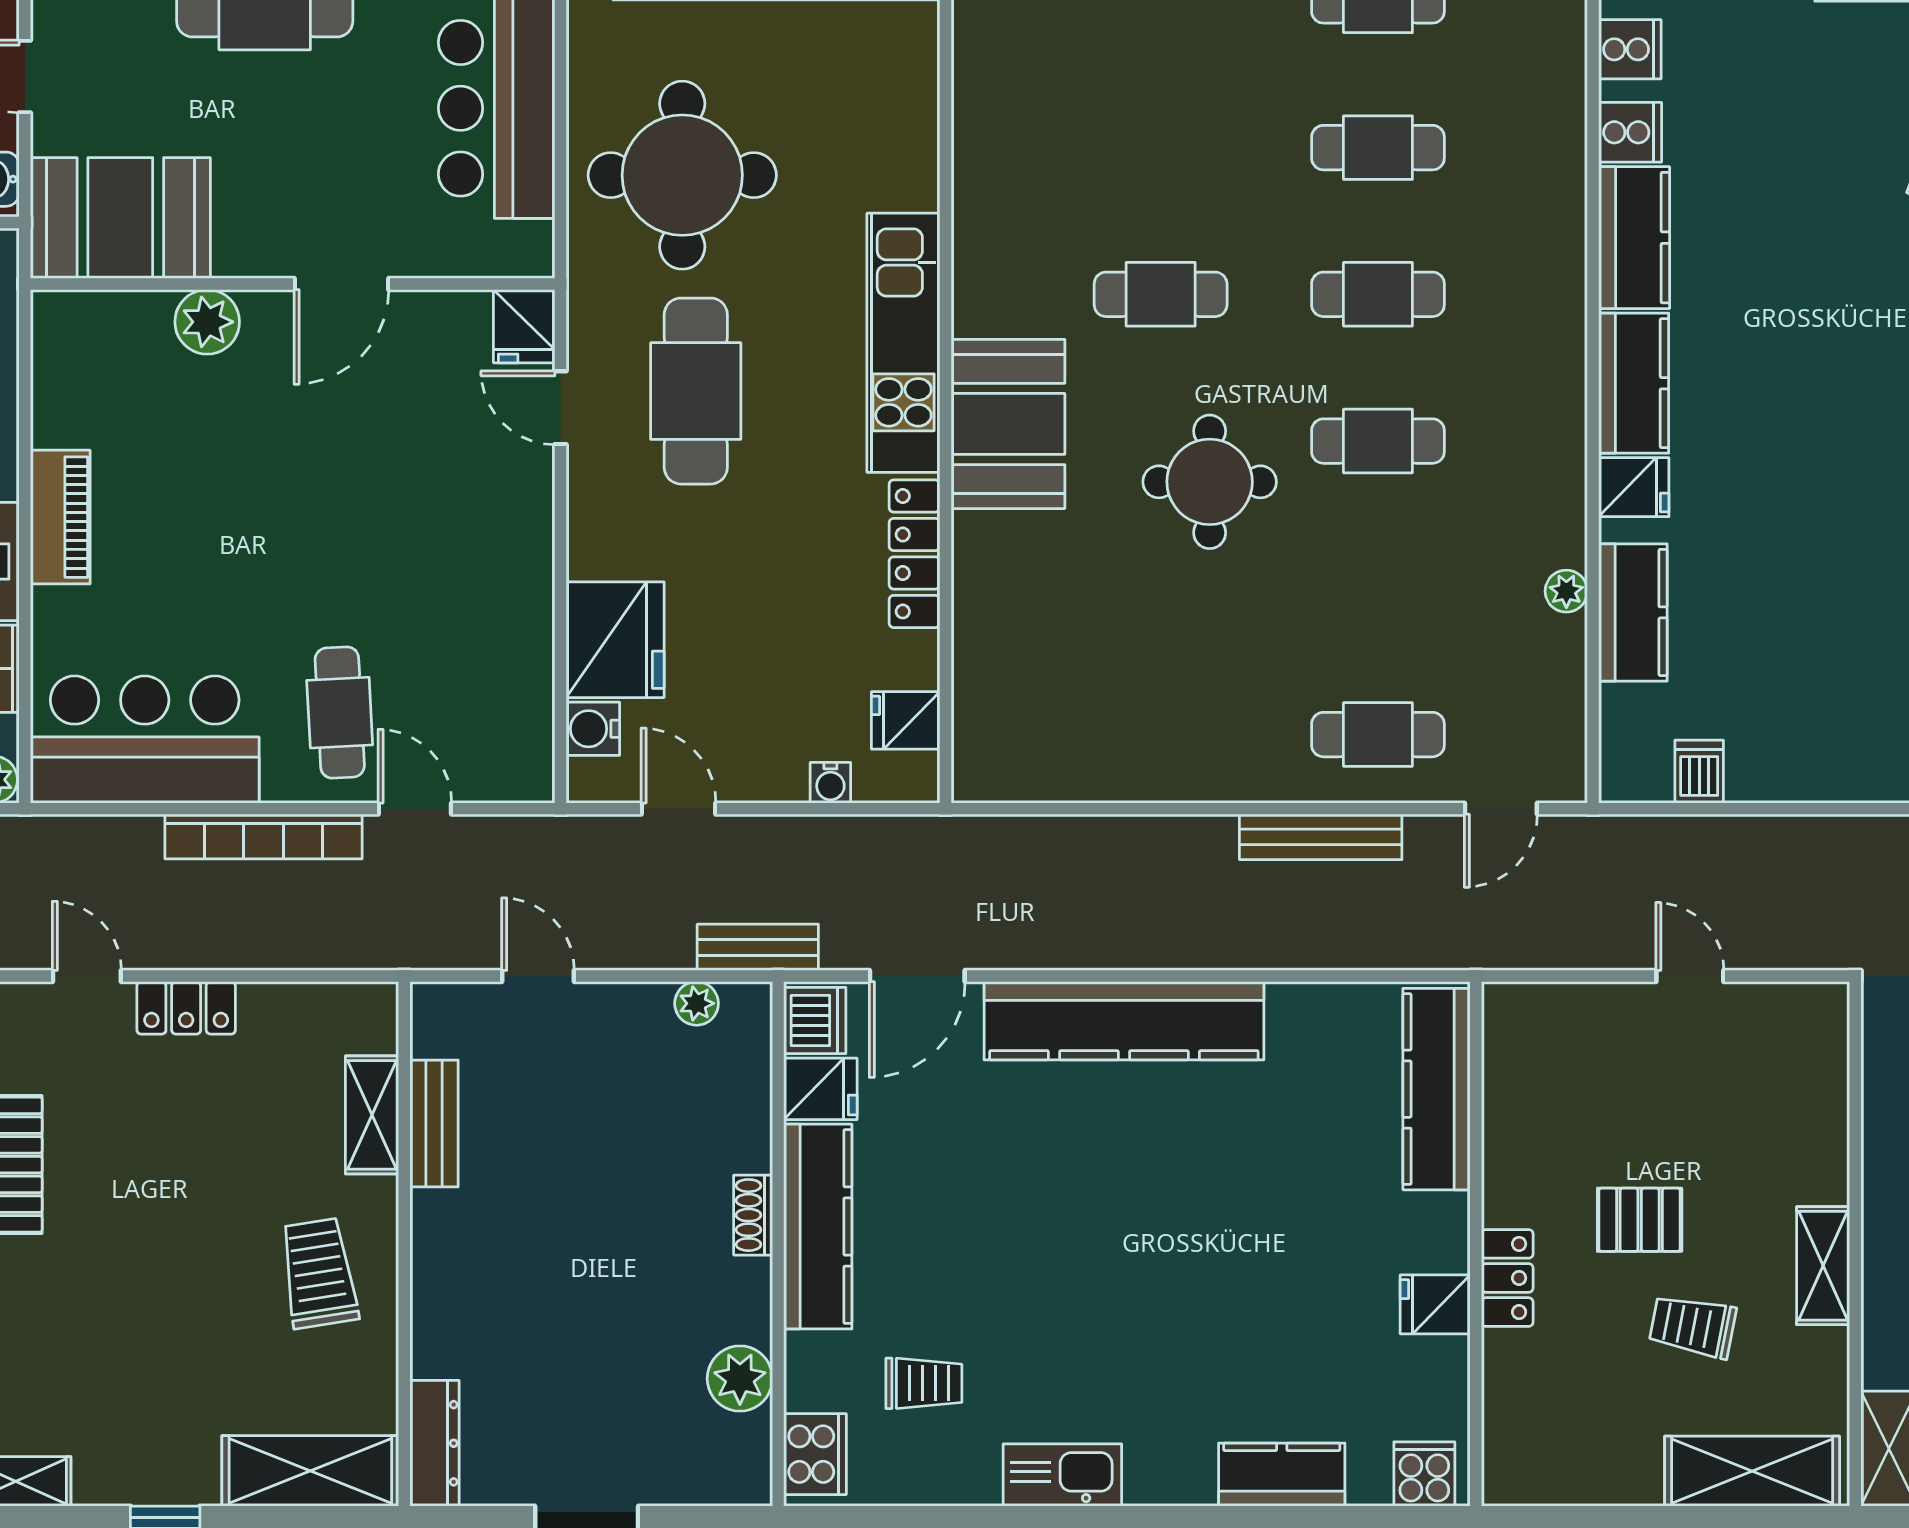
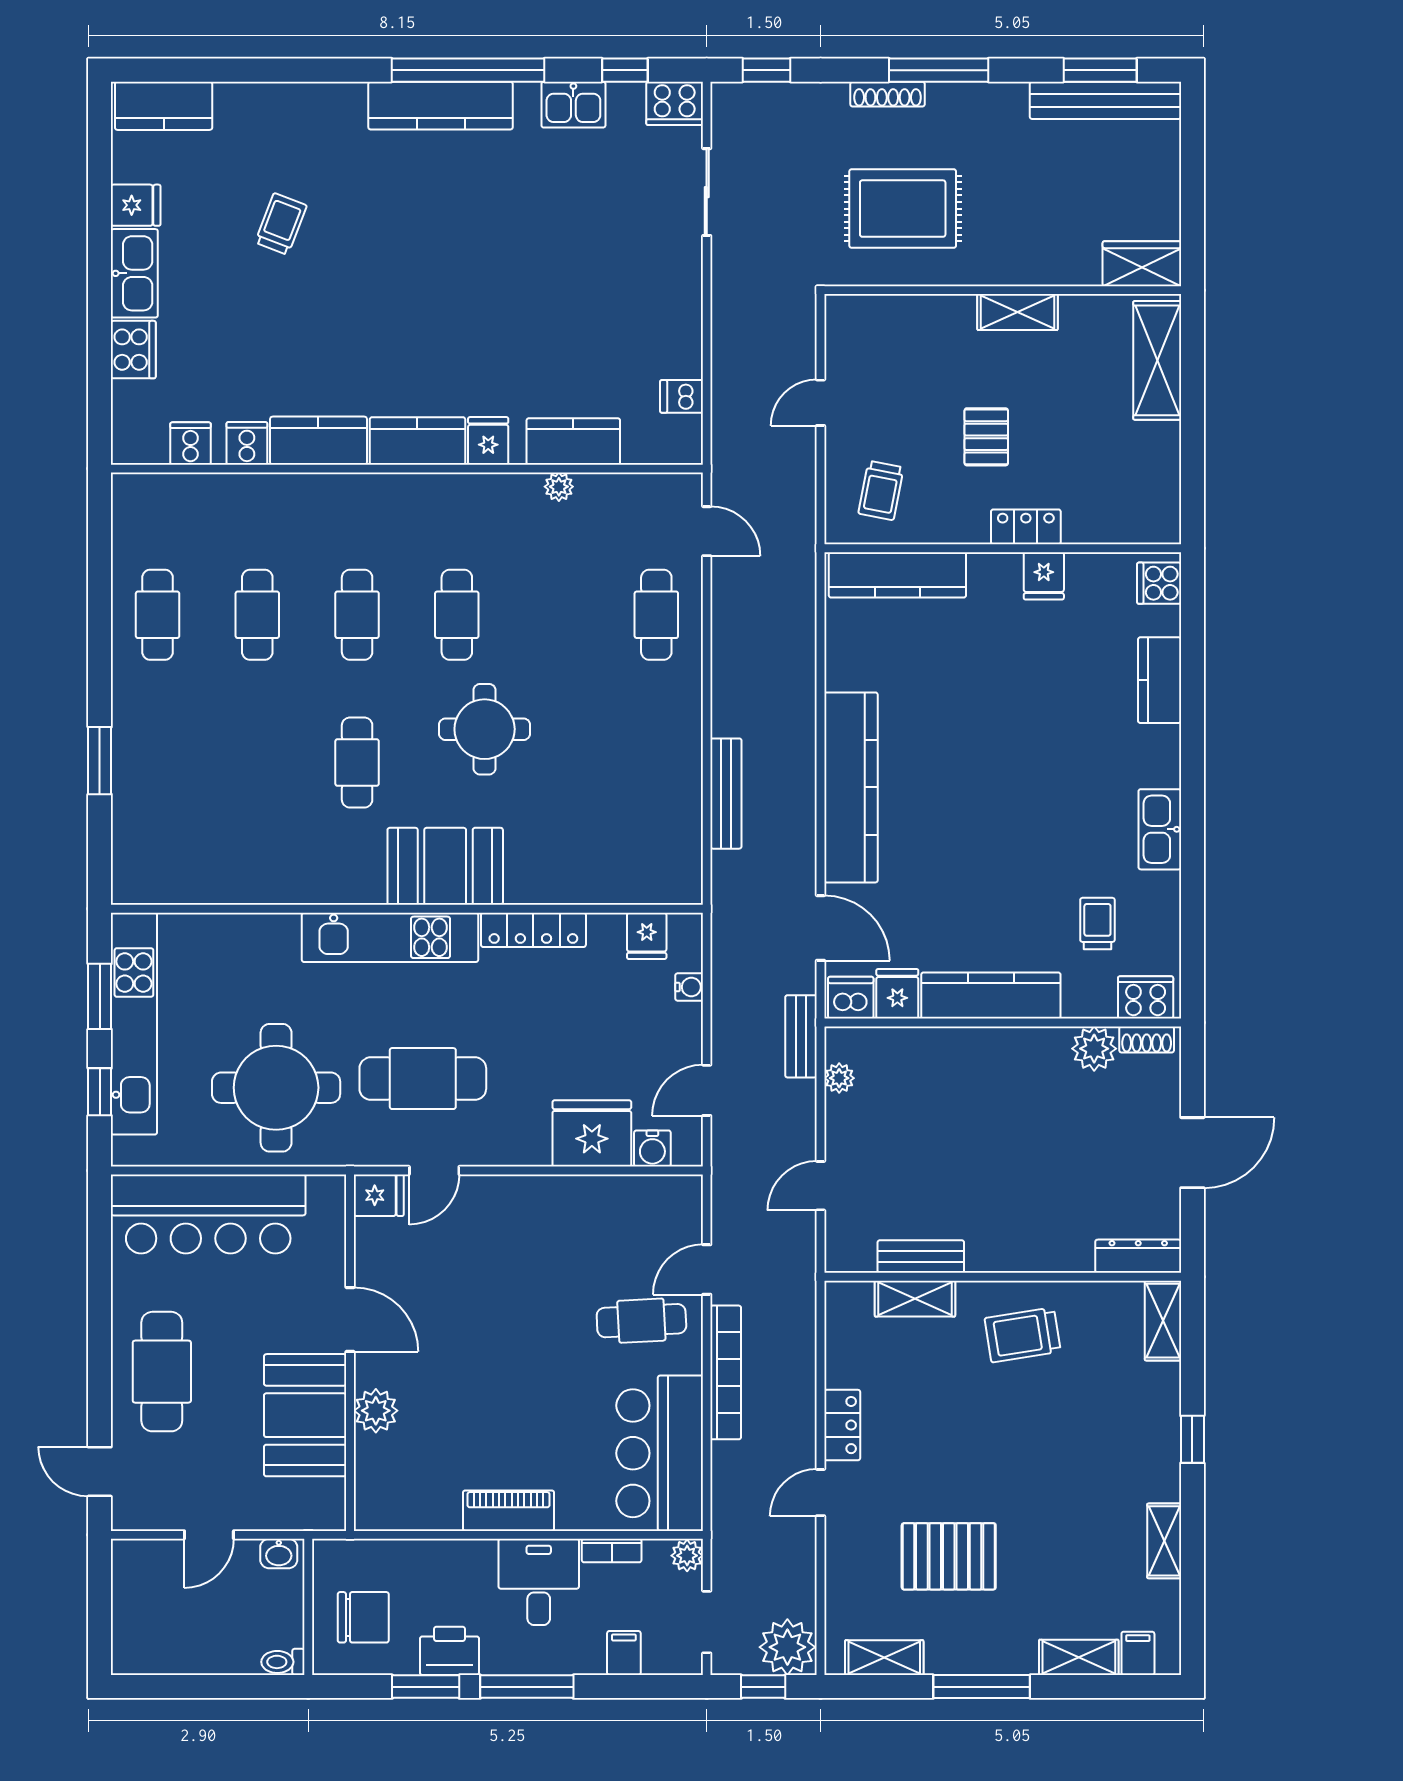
booth: (120, 218) -> (305, 1415), moved
bench: (1321, 837) -> (726, 794), moved
shoe rack: (753, 1215) -> (1147, 1040), moved
trolley: (1693, 1326) -> (881, 490), moved
shelving: (310, 1471) -> (1163, 1321), width x0.67, depth x0.75

